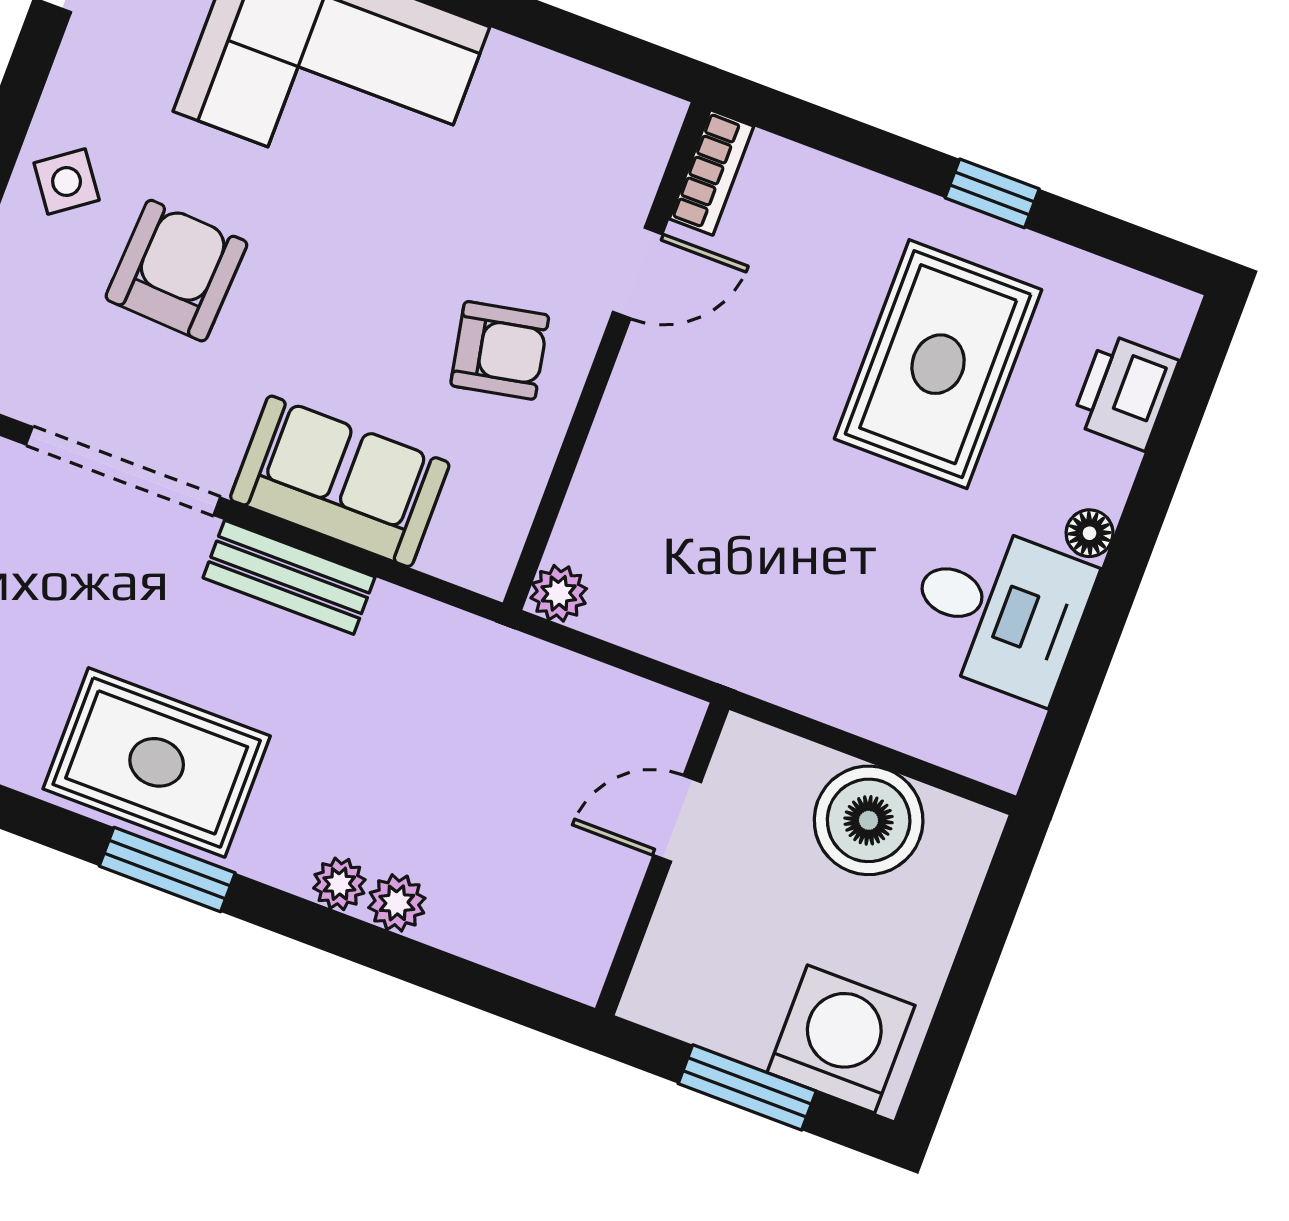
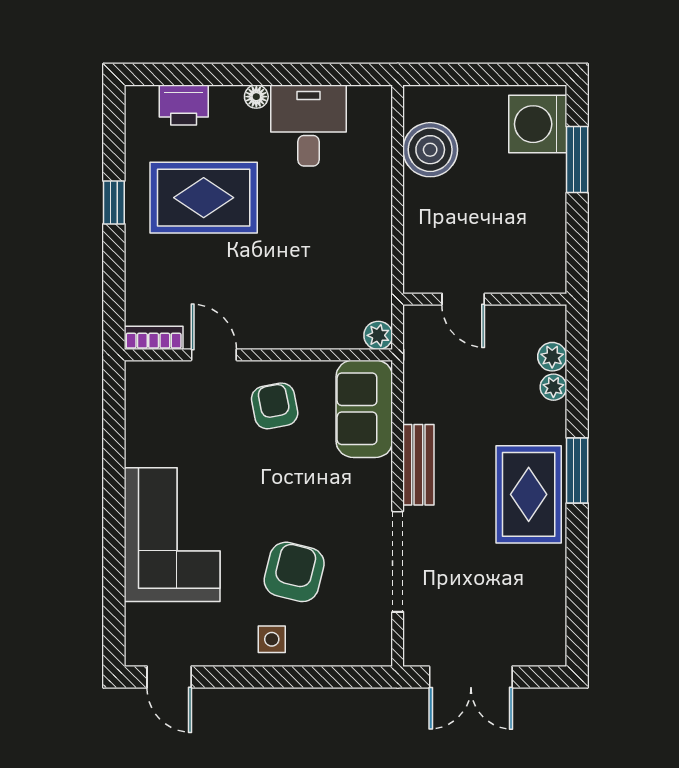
side table: (67, 182) -> (272, 639), turned 36
armchair: (176, 271) -> (294, 572), turned 101
sofa: (340, 481) -> (364, 409), moved
door: (677, 819) -> (463, 299), moved
wall: (662, 859) -> (485, 299), moved

